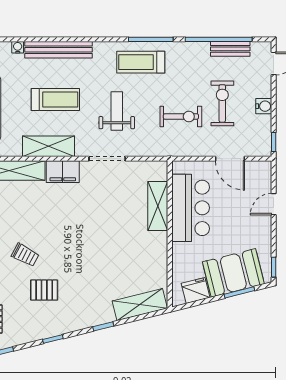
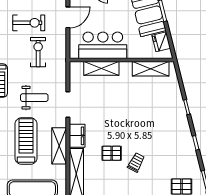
treadmill: (55, 99) -> (26, 141), width x1.37, depth x1.38
exercise bike: (222, 103) -> (29, 23), turned 180
weight bench: (117, 111) -> (34, 98), turned 180
pallet: (44, 290) -> (112, 153), moved, turned 90
shelving: (140, 305) -> (151, 69), moved, turned -76

